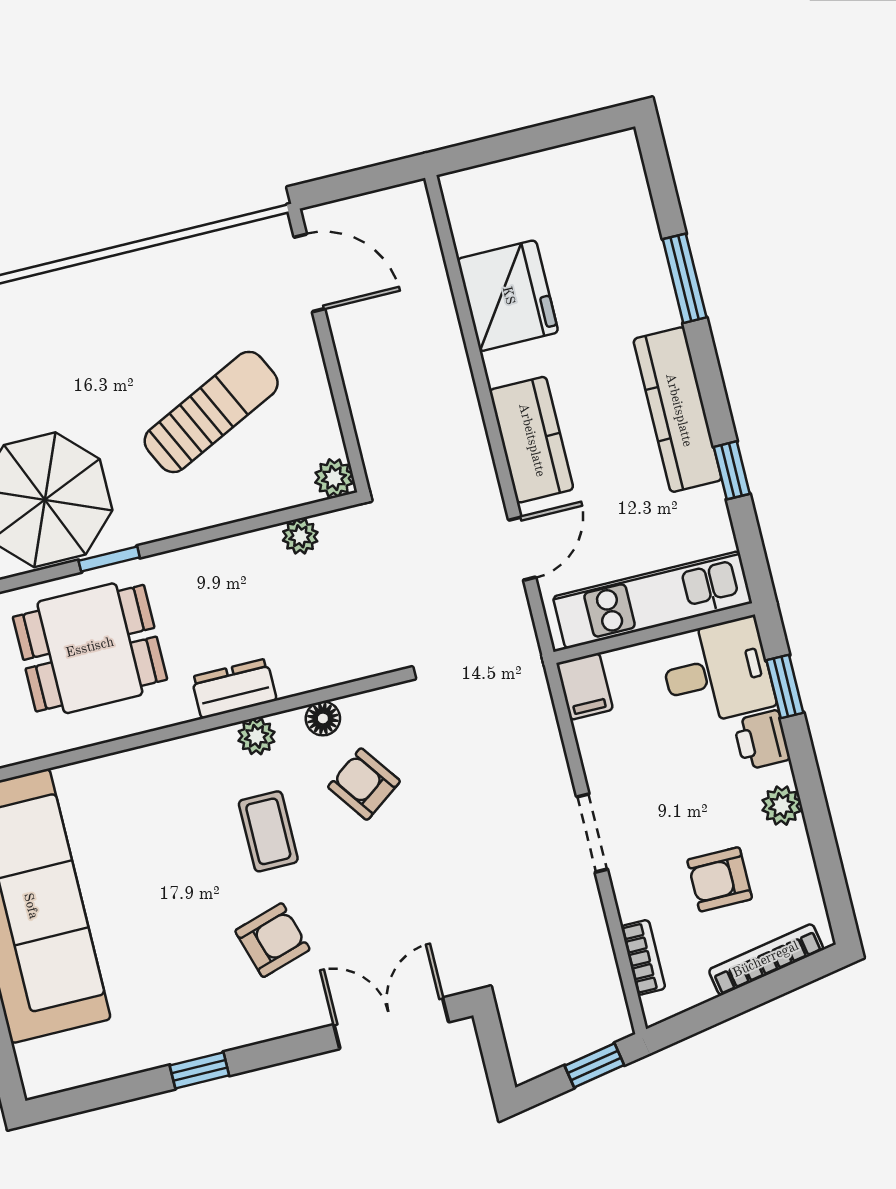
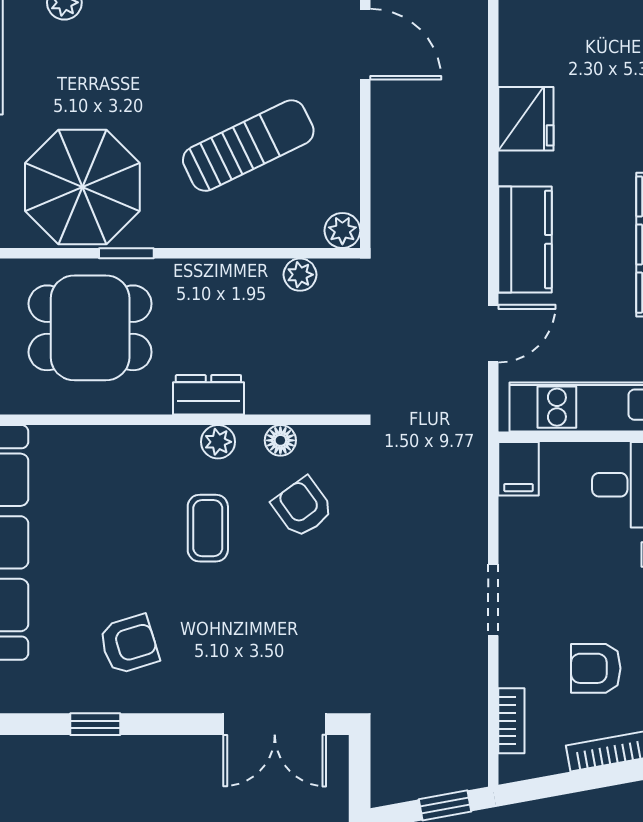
fridge: (508, 296) -> (526, 119), width x0.73, depth x0.75
armchair: (272, 940) -> (129, 644), moved
double door: (391, 1023) -> (275, 724), swing flipped

